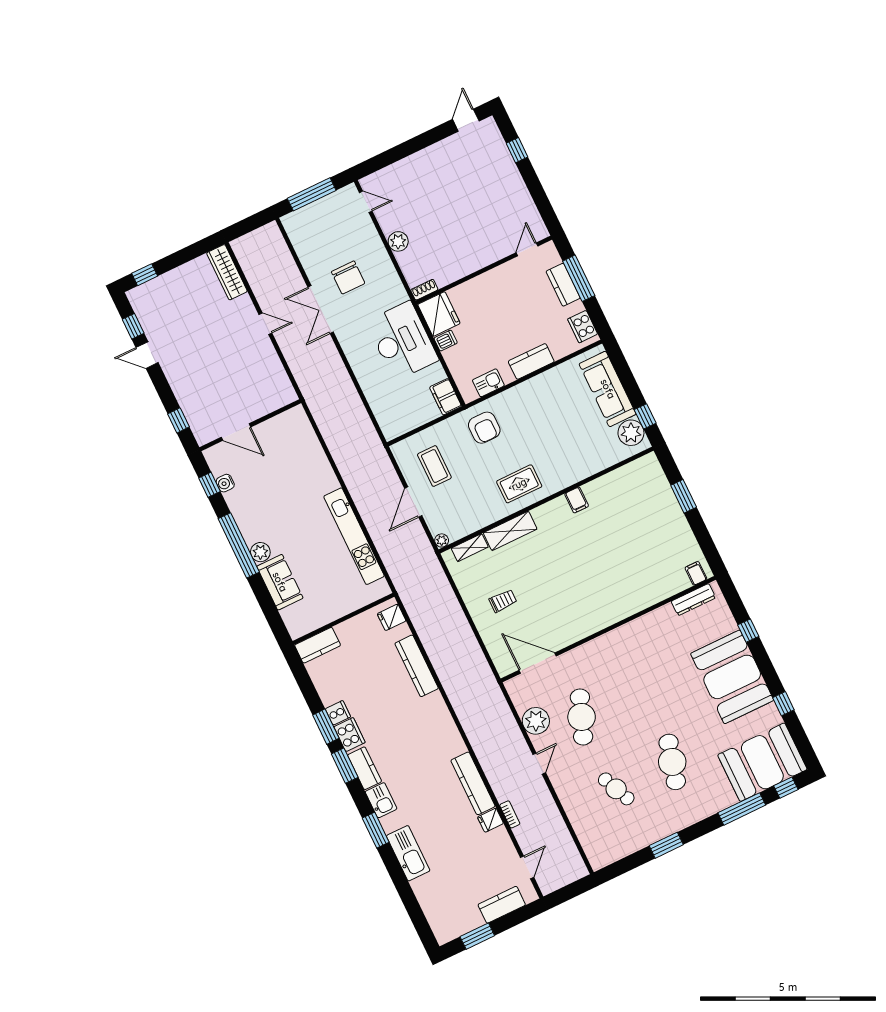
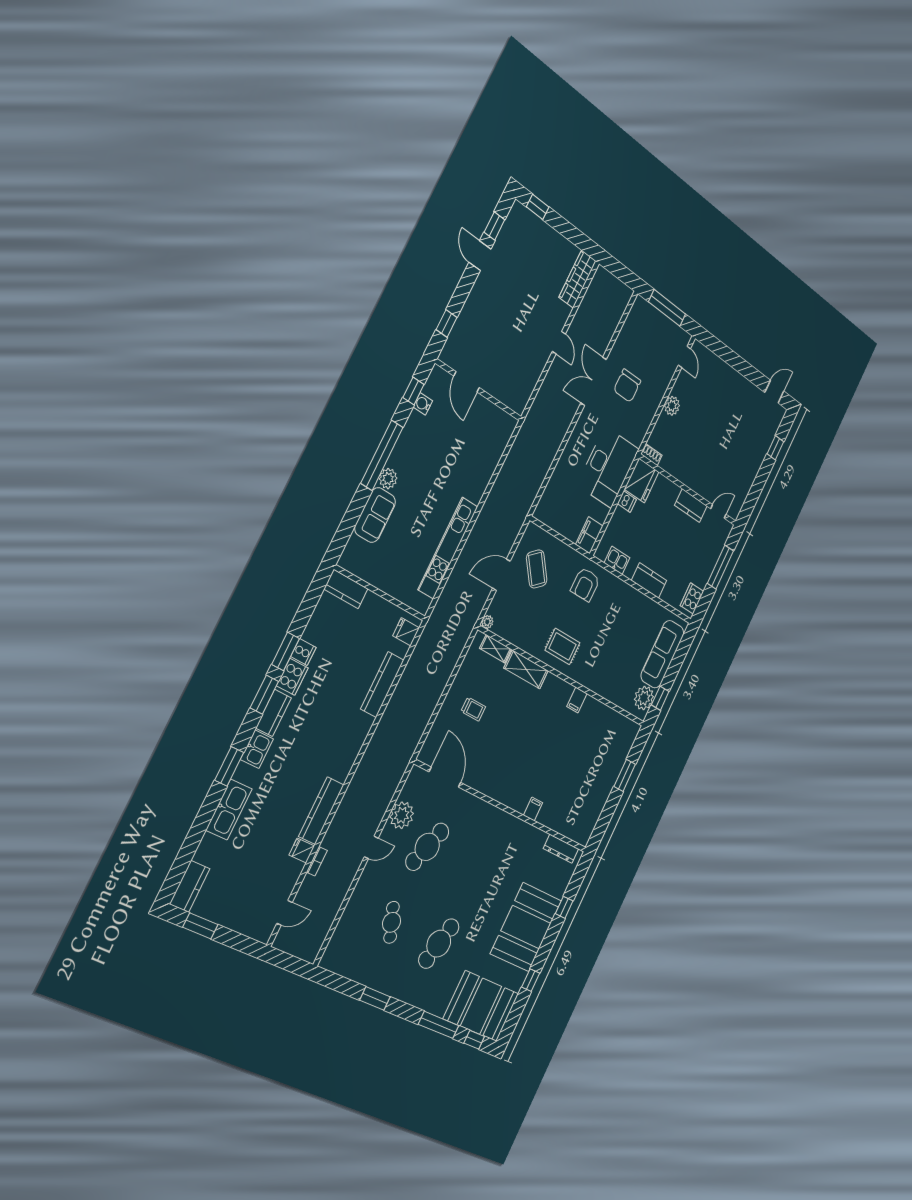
kitchen counter: (563, 285) -> (691, 506), moved, turned -90
coffee table: (434, 466) -> (537, 569), turned -39
filing cabinet: (696, 573) -> (533, 809), moved
kitchen counter: (502, 905) -> (190, 886), moved, turned 90

